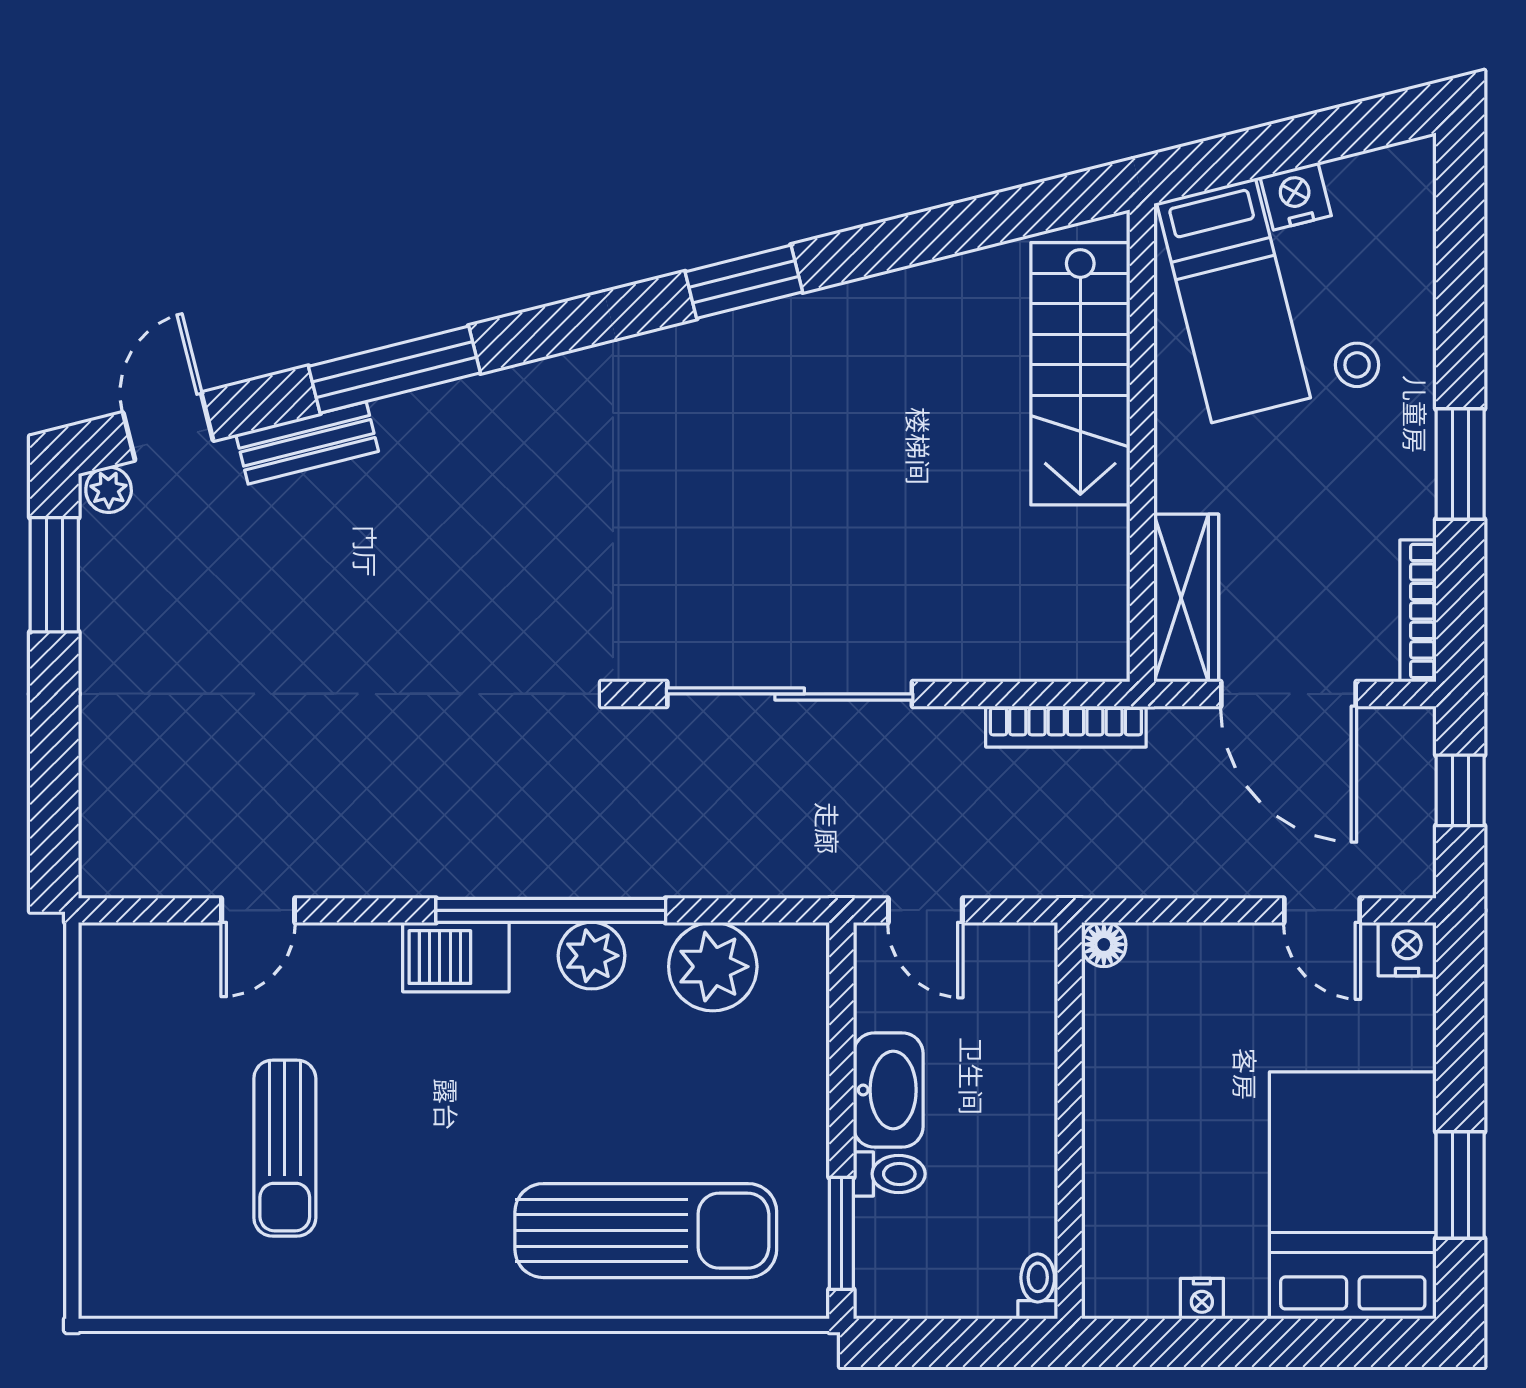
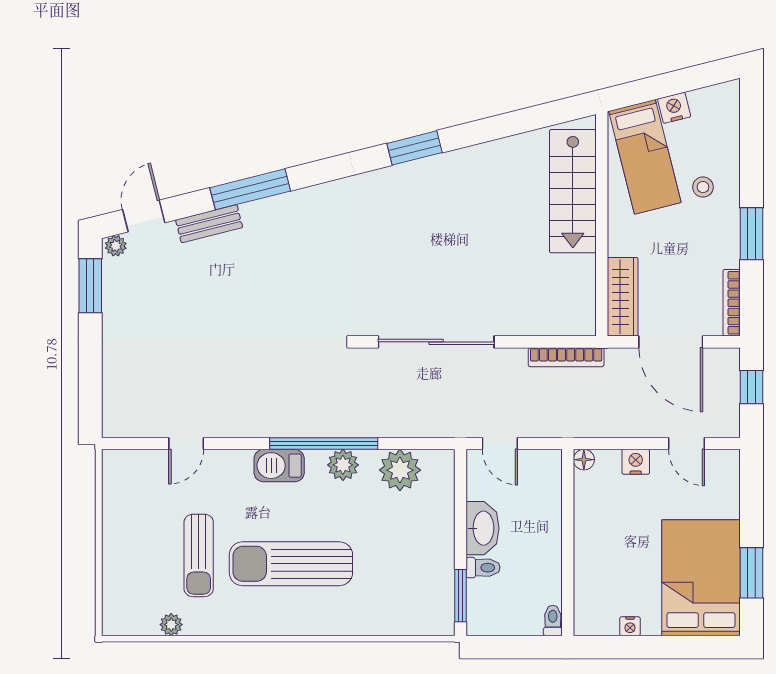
nightstand: (1407, 949) -> (636, 462), moved
sun lounger: (646, 1231) -> (291, 564), moved, turned 180
plant: (226, 1295) -> (171, 625), added

